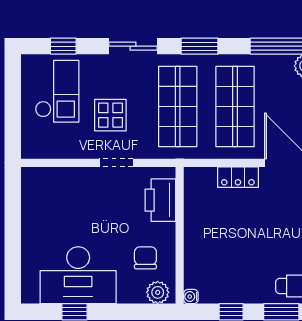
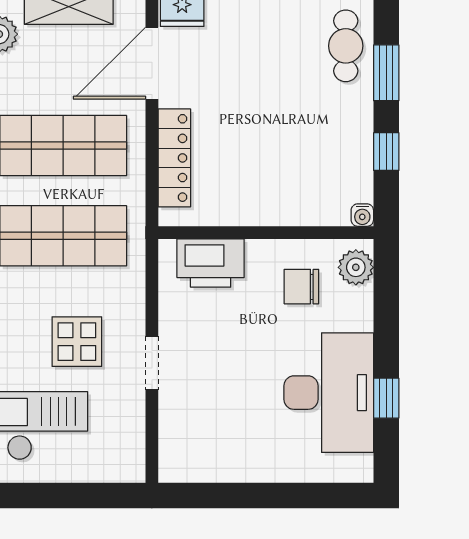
doorway: (116, 163) -> (152, 363), moved
locker: (238, 177) -> (174, 158), width x1.53

